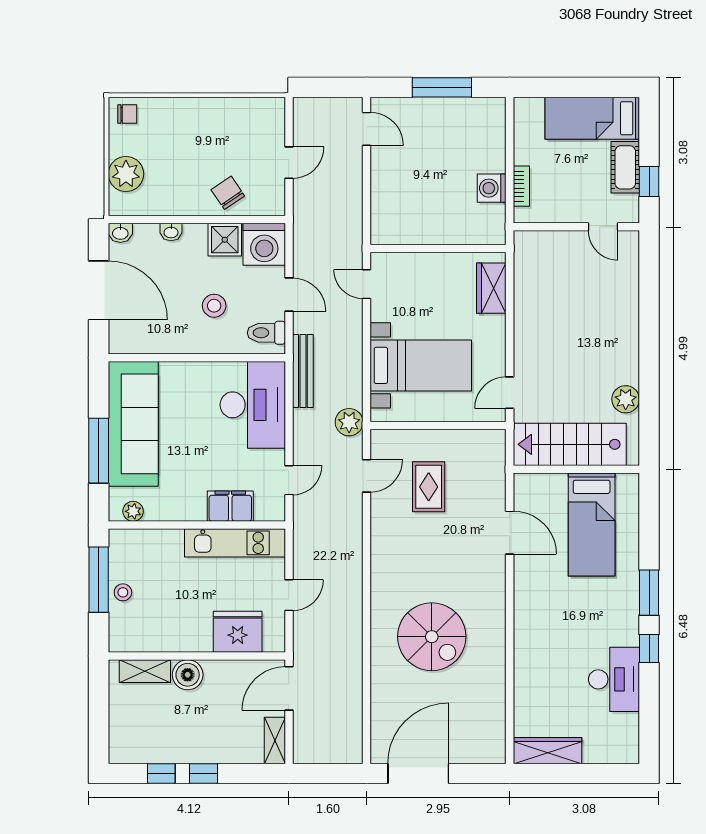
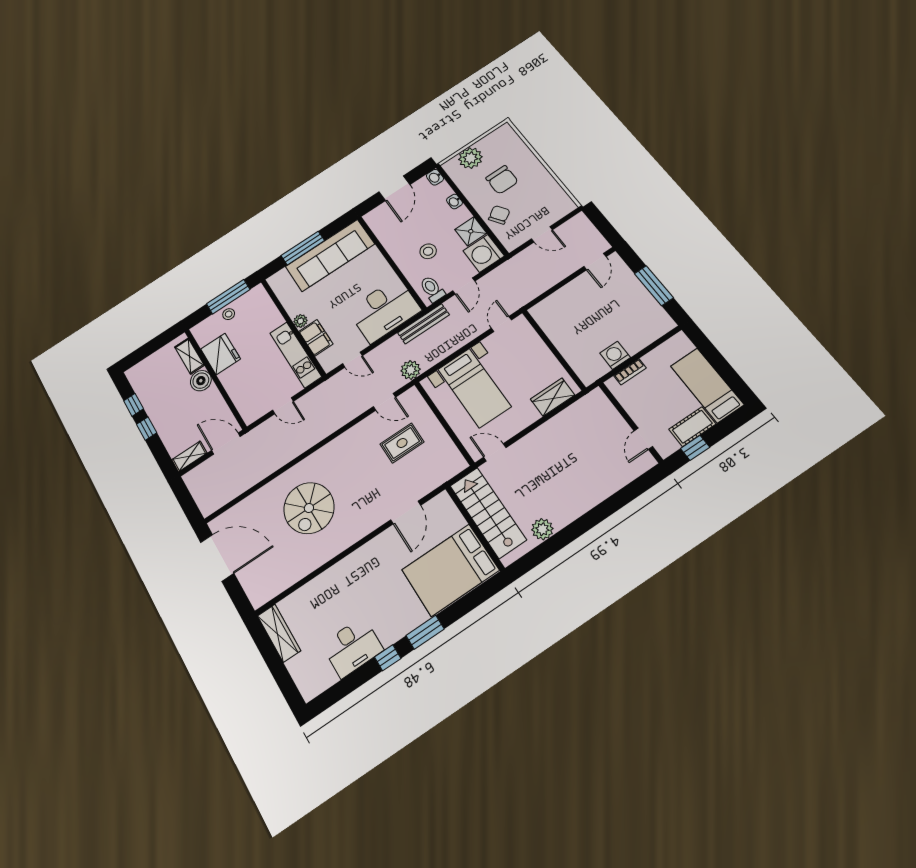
chair: (127, 114) -> (502, 180), moved, width x1.87, depth x1.87
door: (99, 290) -> (394, 188), width x0.73
plant: (133, 511) -> (300, 321), moved
bed: (592, 524) -> (450, 570), width x1.50
fridge: (238, 632) -> (221, 354), moved

